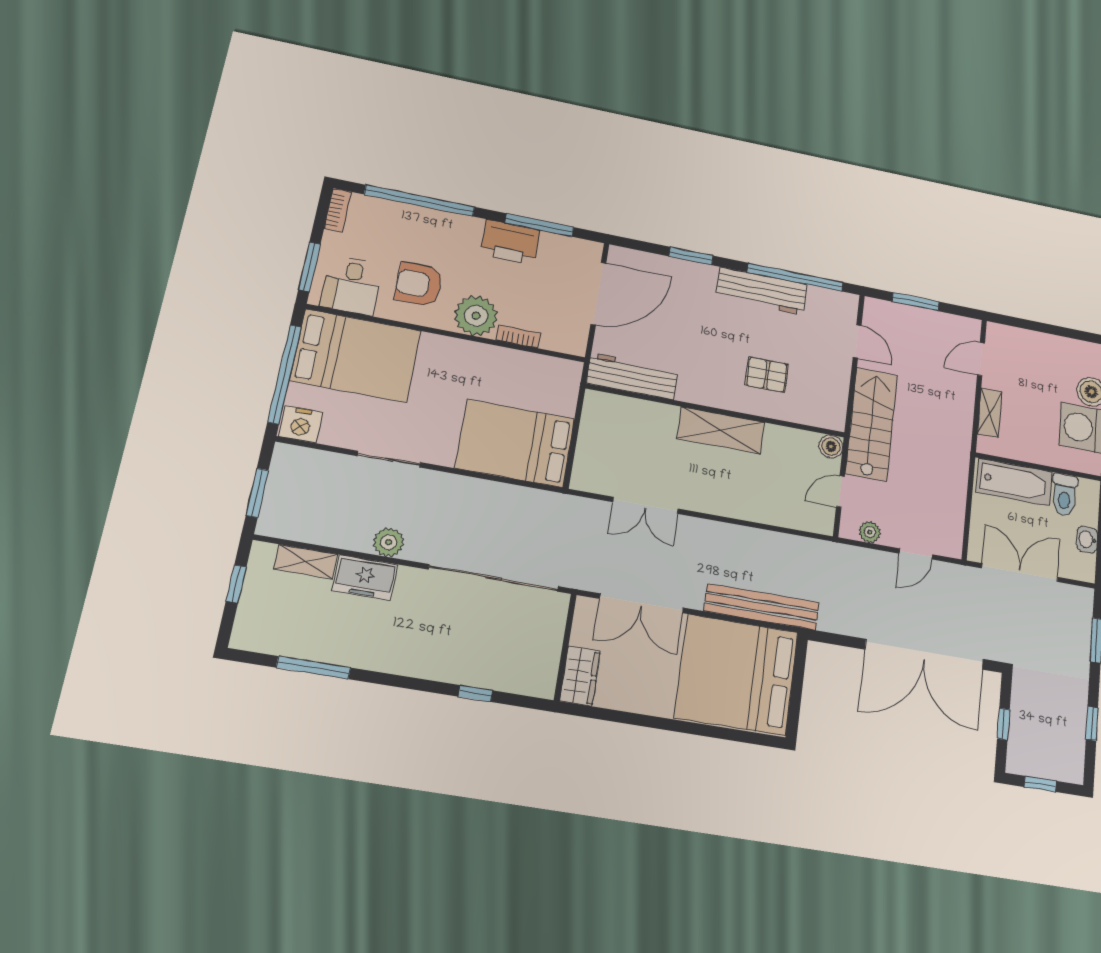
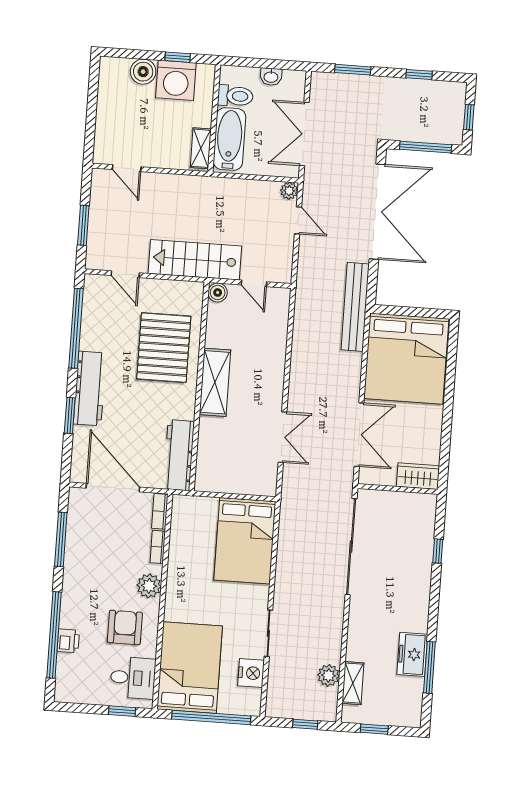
bookcase: (338, 211) -> (160, 511), moved, turned -90
printer: (510, 242) -> (68, 641), moved, width x0.53, depth x0.68
window: (309, 267) -> (122, 711), width x0.67
armchair: (419, 284) -> (125, 627), turned 180
workbench: (762, 291) -> (90, 389), moved
plant: (476, 316) -> (149, 586), width x0.73, depth x0.73
door: (857, 341) -> (125, 274), swing flipped
pallet: (767, 375) -> (164, 348), width x2.05, depth x2.00
shelving: (990, 413) -> (201, 148), moved, turned 90
nightstand: (301, 424) -> (251, 673), moved
window: (257, 493) -> (305, 724), width x0.67
plant: (870, 532) -> (289, 191), moved
plant: (389, 542) -> (329, 675), moved
freezer: (365, 578) -> (412, 654), moved, turned 180
bench: (762, 607) -> (355, 307), moved
window: (1003, 724) -> (426, 147), width x2.17

